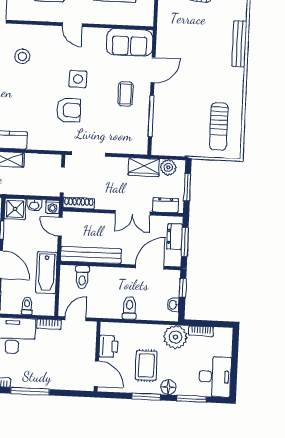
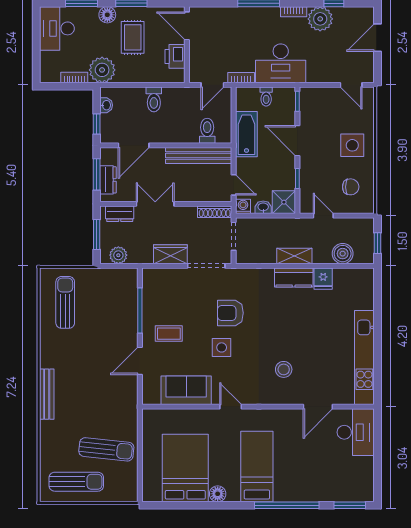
sofa: (130, 42) -> (186, 390), moved
coffee table: (126, 94) -> (169, 334), turned 90
wardrobe: (144, 167) -> (170, 254), moved

